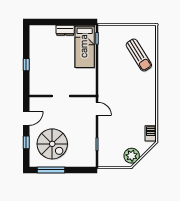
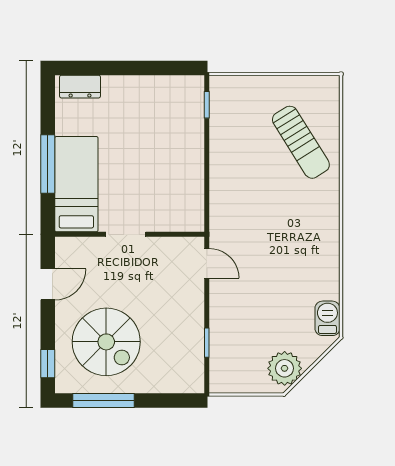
dresser: (65, 30) -> (80, 87), moved
bed: (85, 46) -> (76, 184), moved, turned 180
window: (26, 65) -> (48, 164), width x2.17
window: (26, 142) -> (48, 364), moved

